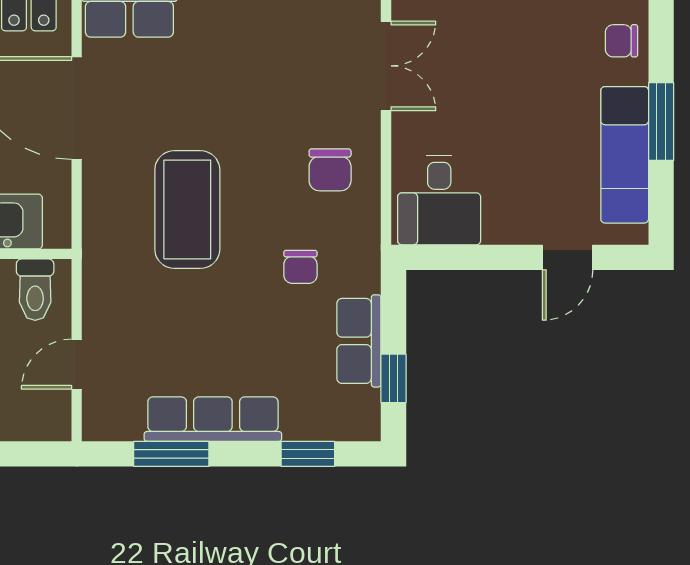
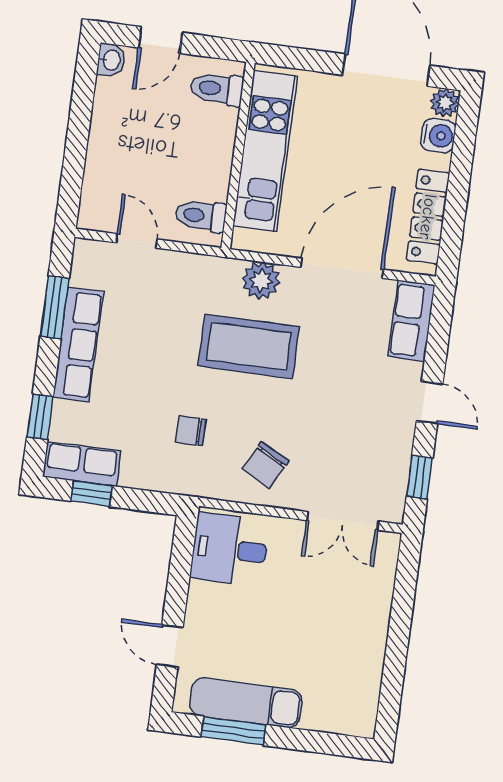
chair: (621, 41) -> (338, 712), removed
window: (661, 122) -> (233, 731), moved
chair: (330, 170) -> (265, 465), turned -62
plant: (105, 205) -> (261, 281), added
row of seats: (359, 341) -> (82, 464), moved

